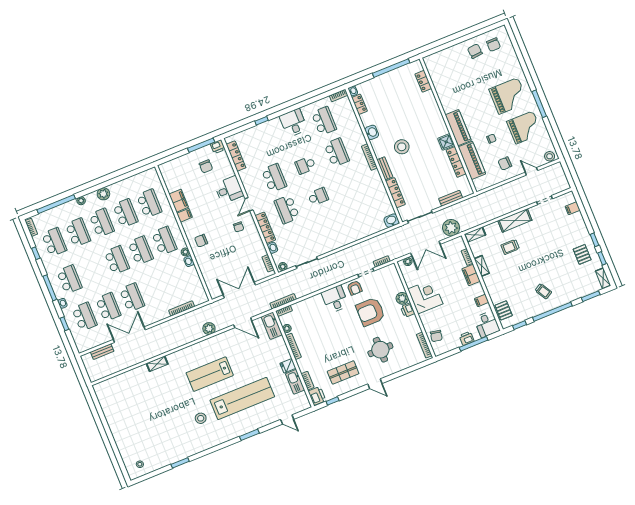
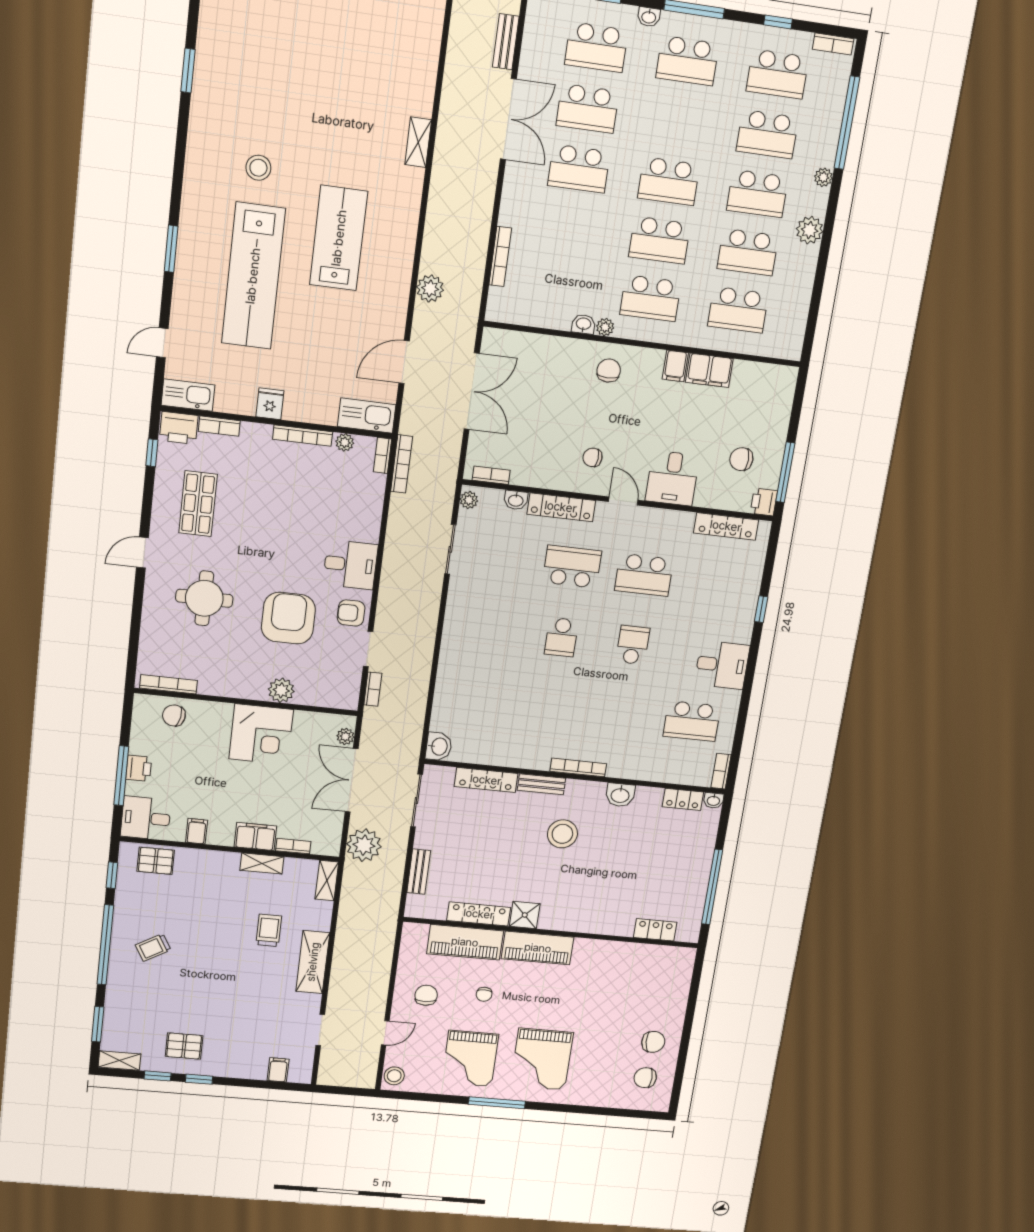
school desk: (337, 152) -> (622, 714), removed
printer: (408, 310) -> (253, 689), removed
kitchen sink: (295, 382) -> (188, 395), moved

